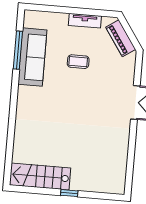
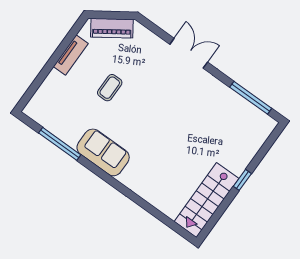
sofa: (32, 57) -> (103, 152), moved, width x0.73
window: (130, 164) -> (251, 98), added

